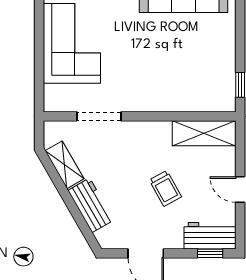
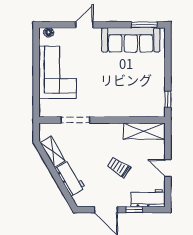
trolley: (165, 188) -> (119, 167), turned 151
window: (210, 253) -> (134, 210), moved

